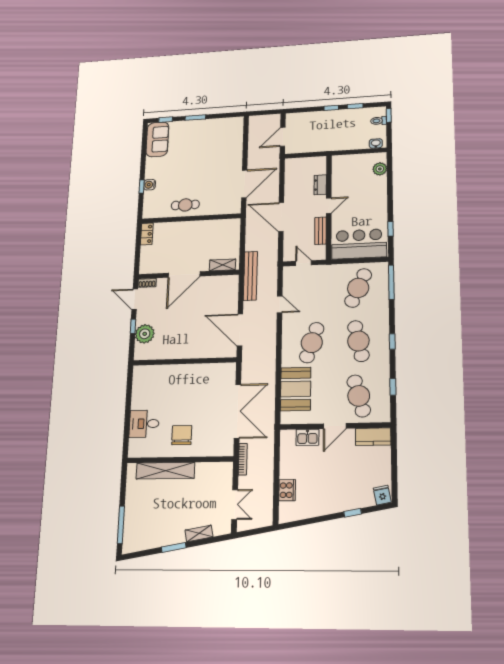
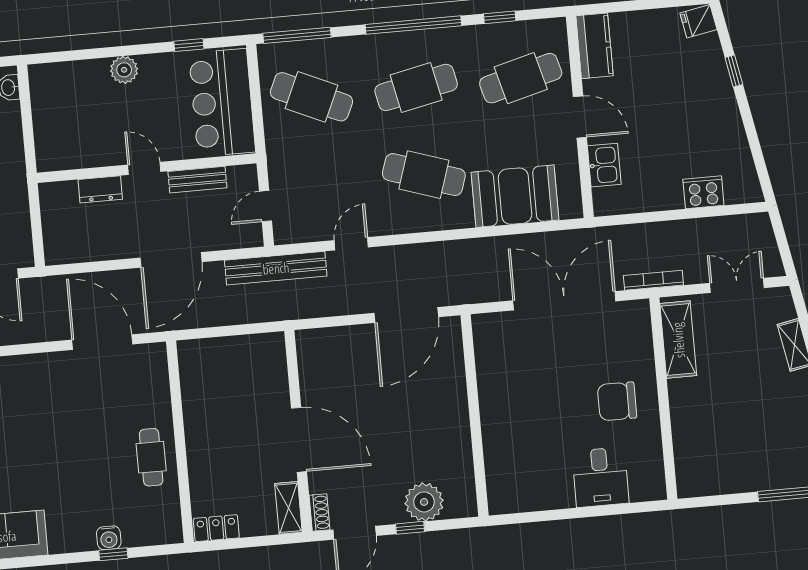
plant: (380, 169) -> (124, 70), moved
shelving: (223, 265) -> (288, 508), moved
bench: (250, 276) -> (276, 268), moved
window: (392, 341) -> (413, 25), width x3.17
shelving: (165, 471) -> (678, 340), moved, width x0.68

